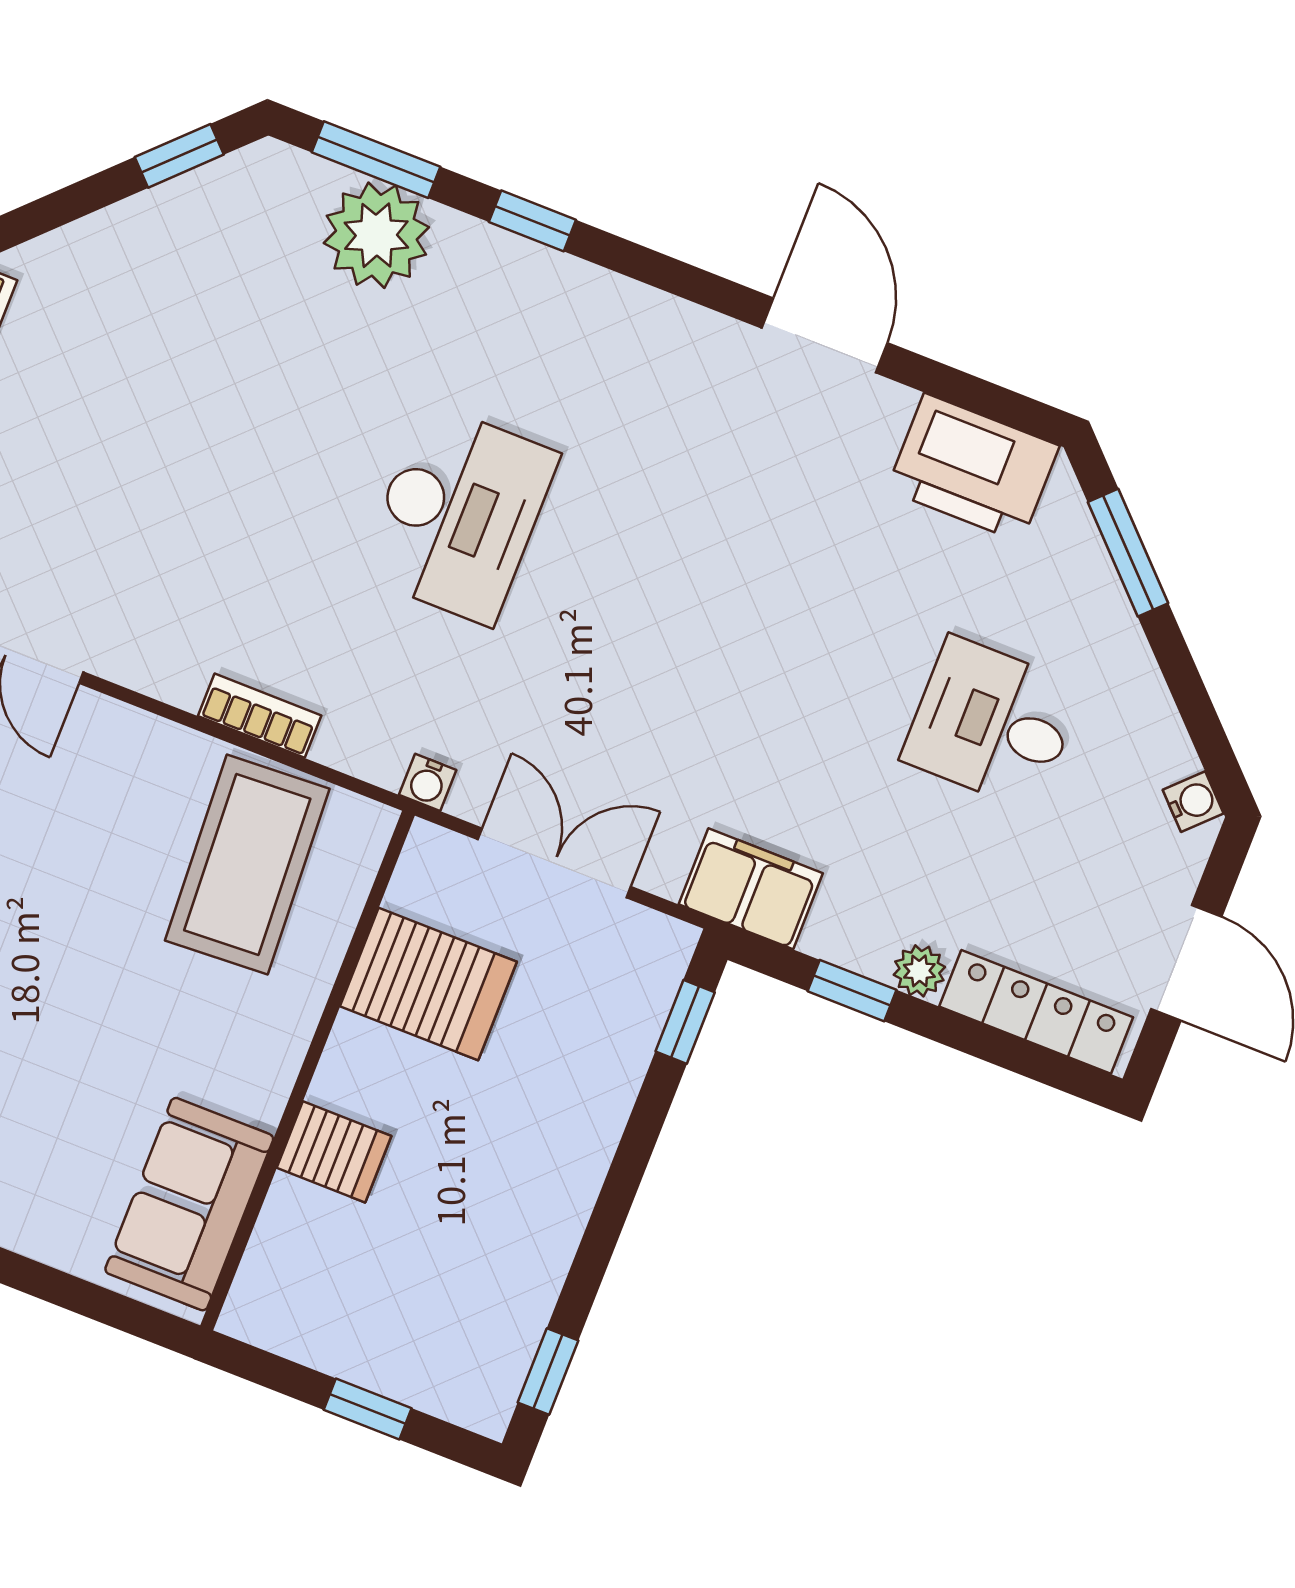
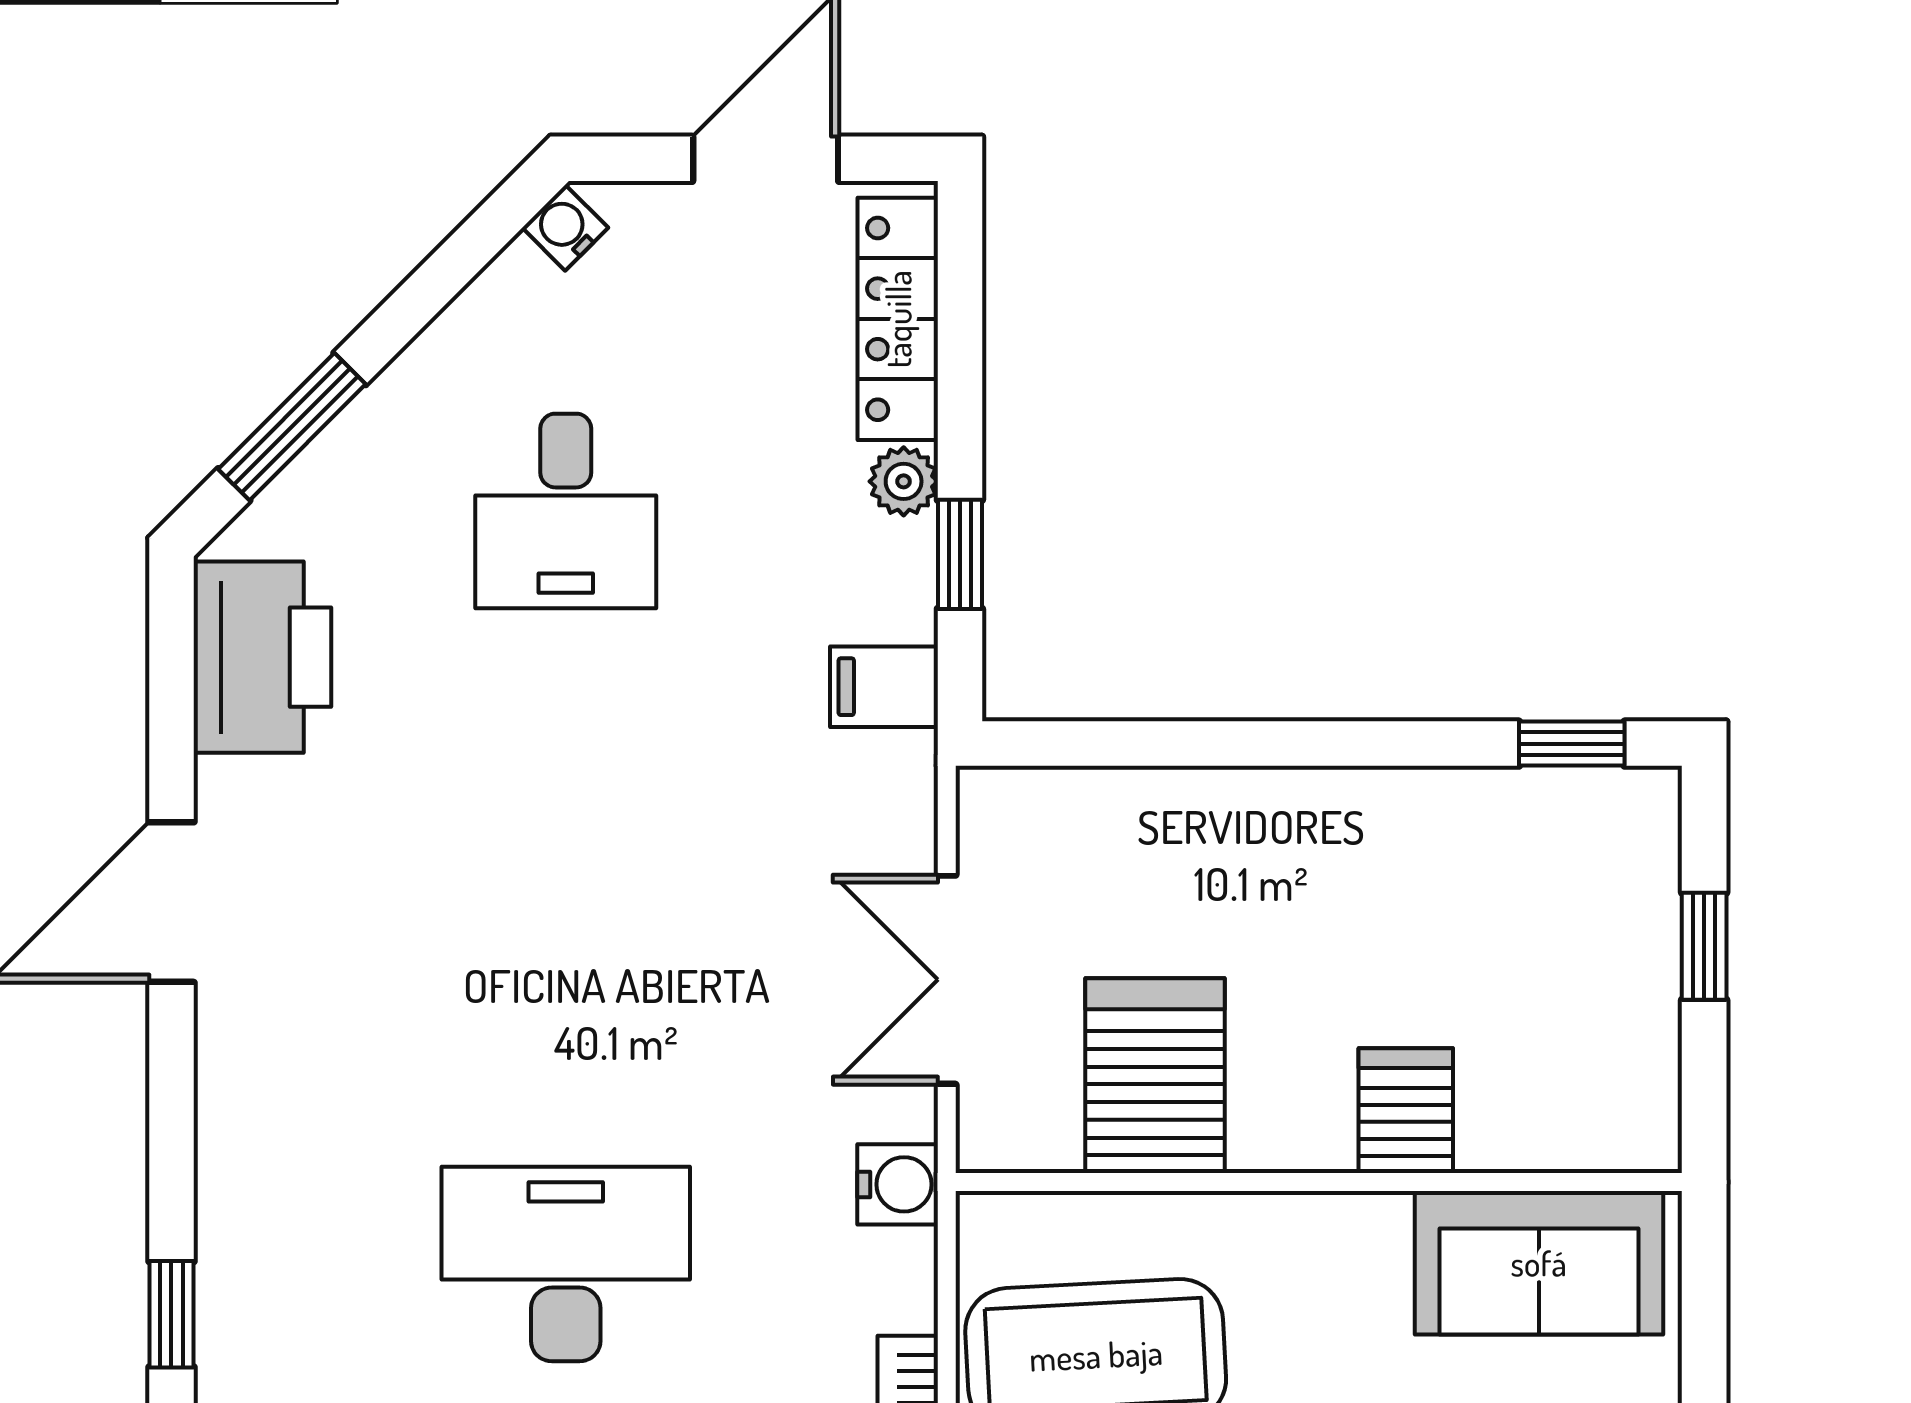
water cooler: (428, 782) -> (898, 1184), width x1.38, depth x1.38
filing cabinet: (751, 889) -> (884, 687), width x0.50
window: (685, 1022) -> (1078, 744), removed

